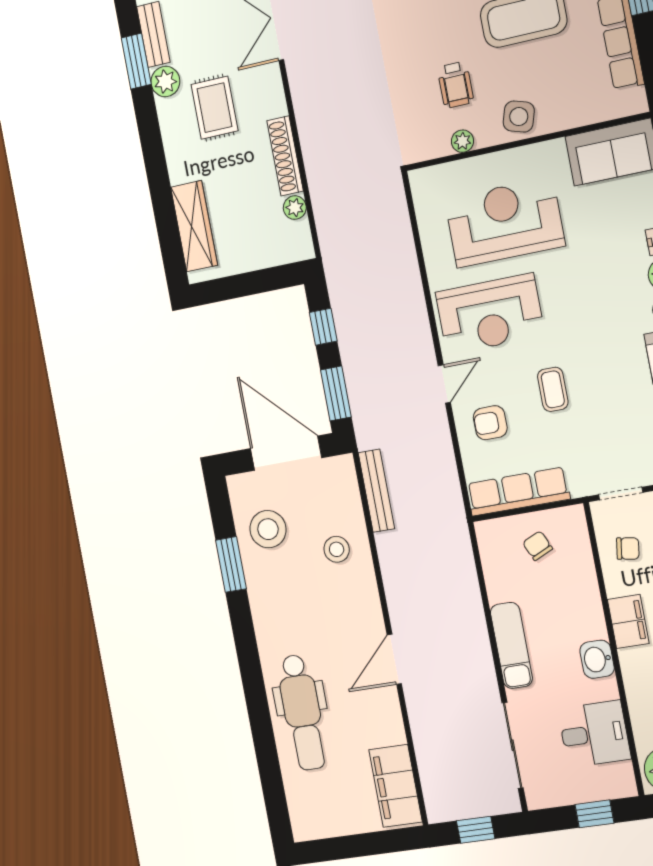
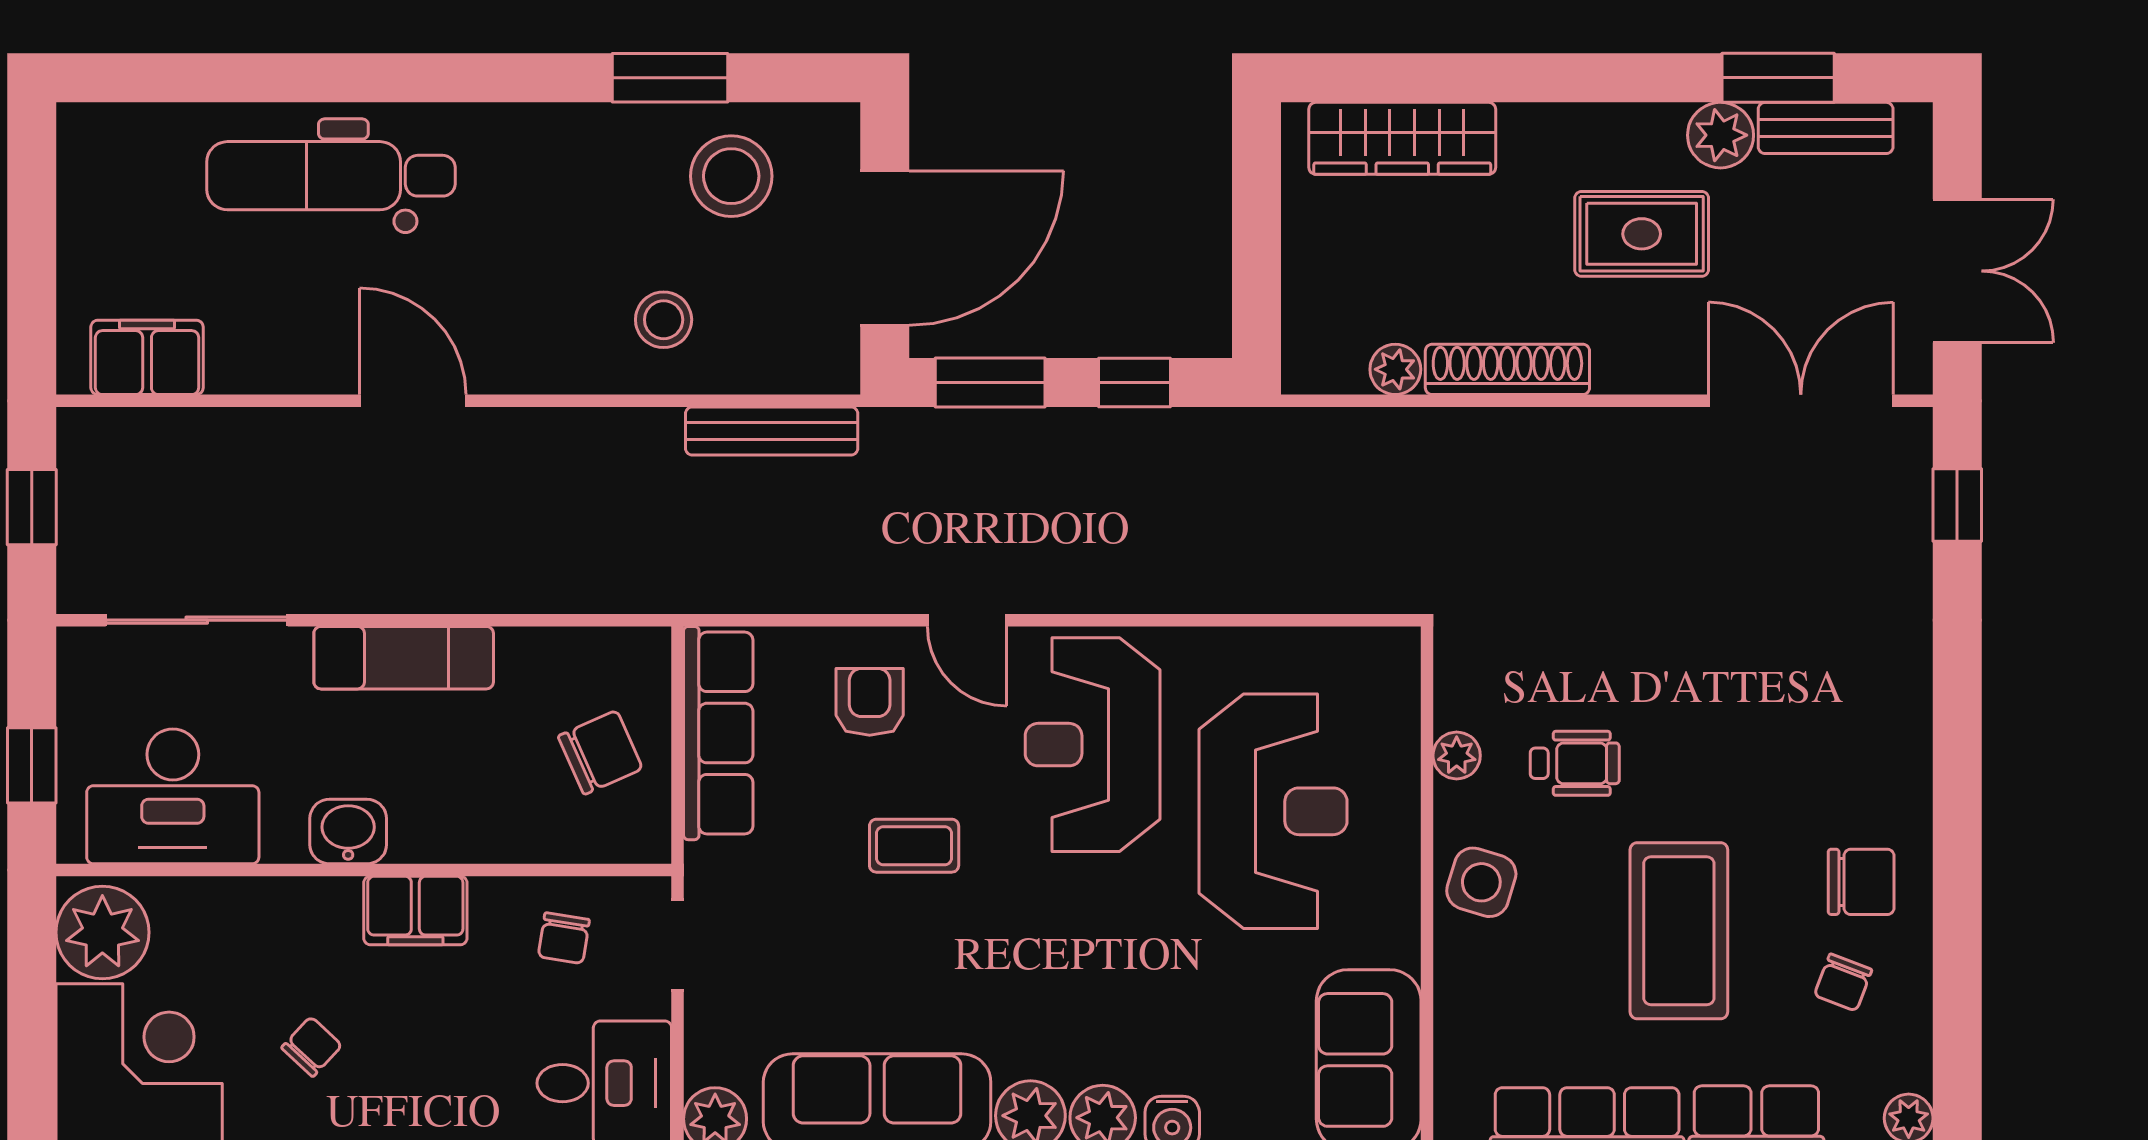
wheelchair: (456, 85) -> (1575, 763), turned 180
chair: (538, 546) -> (600, 752), width x1.37, depth x1.37
desk: (594, 734) -> (173, 796), width x1.37
filing cabinet: (395, 786) -> (147, 357), width x0.67, depth x0.86

